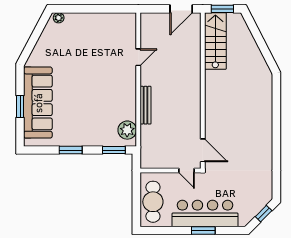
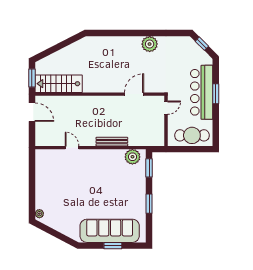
door: (203, 150) -> (134, 94), moved
plant: (263, 151) -> (150, 44), added

